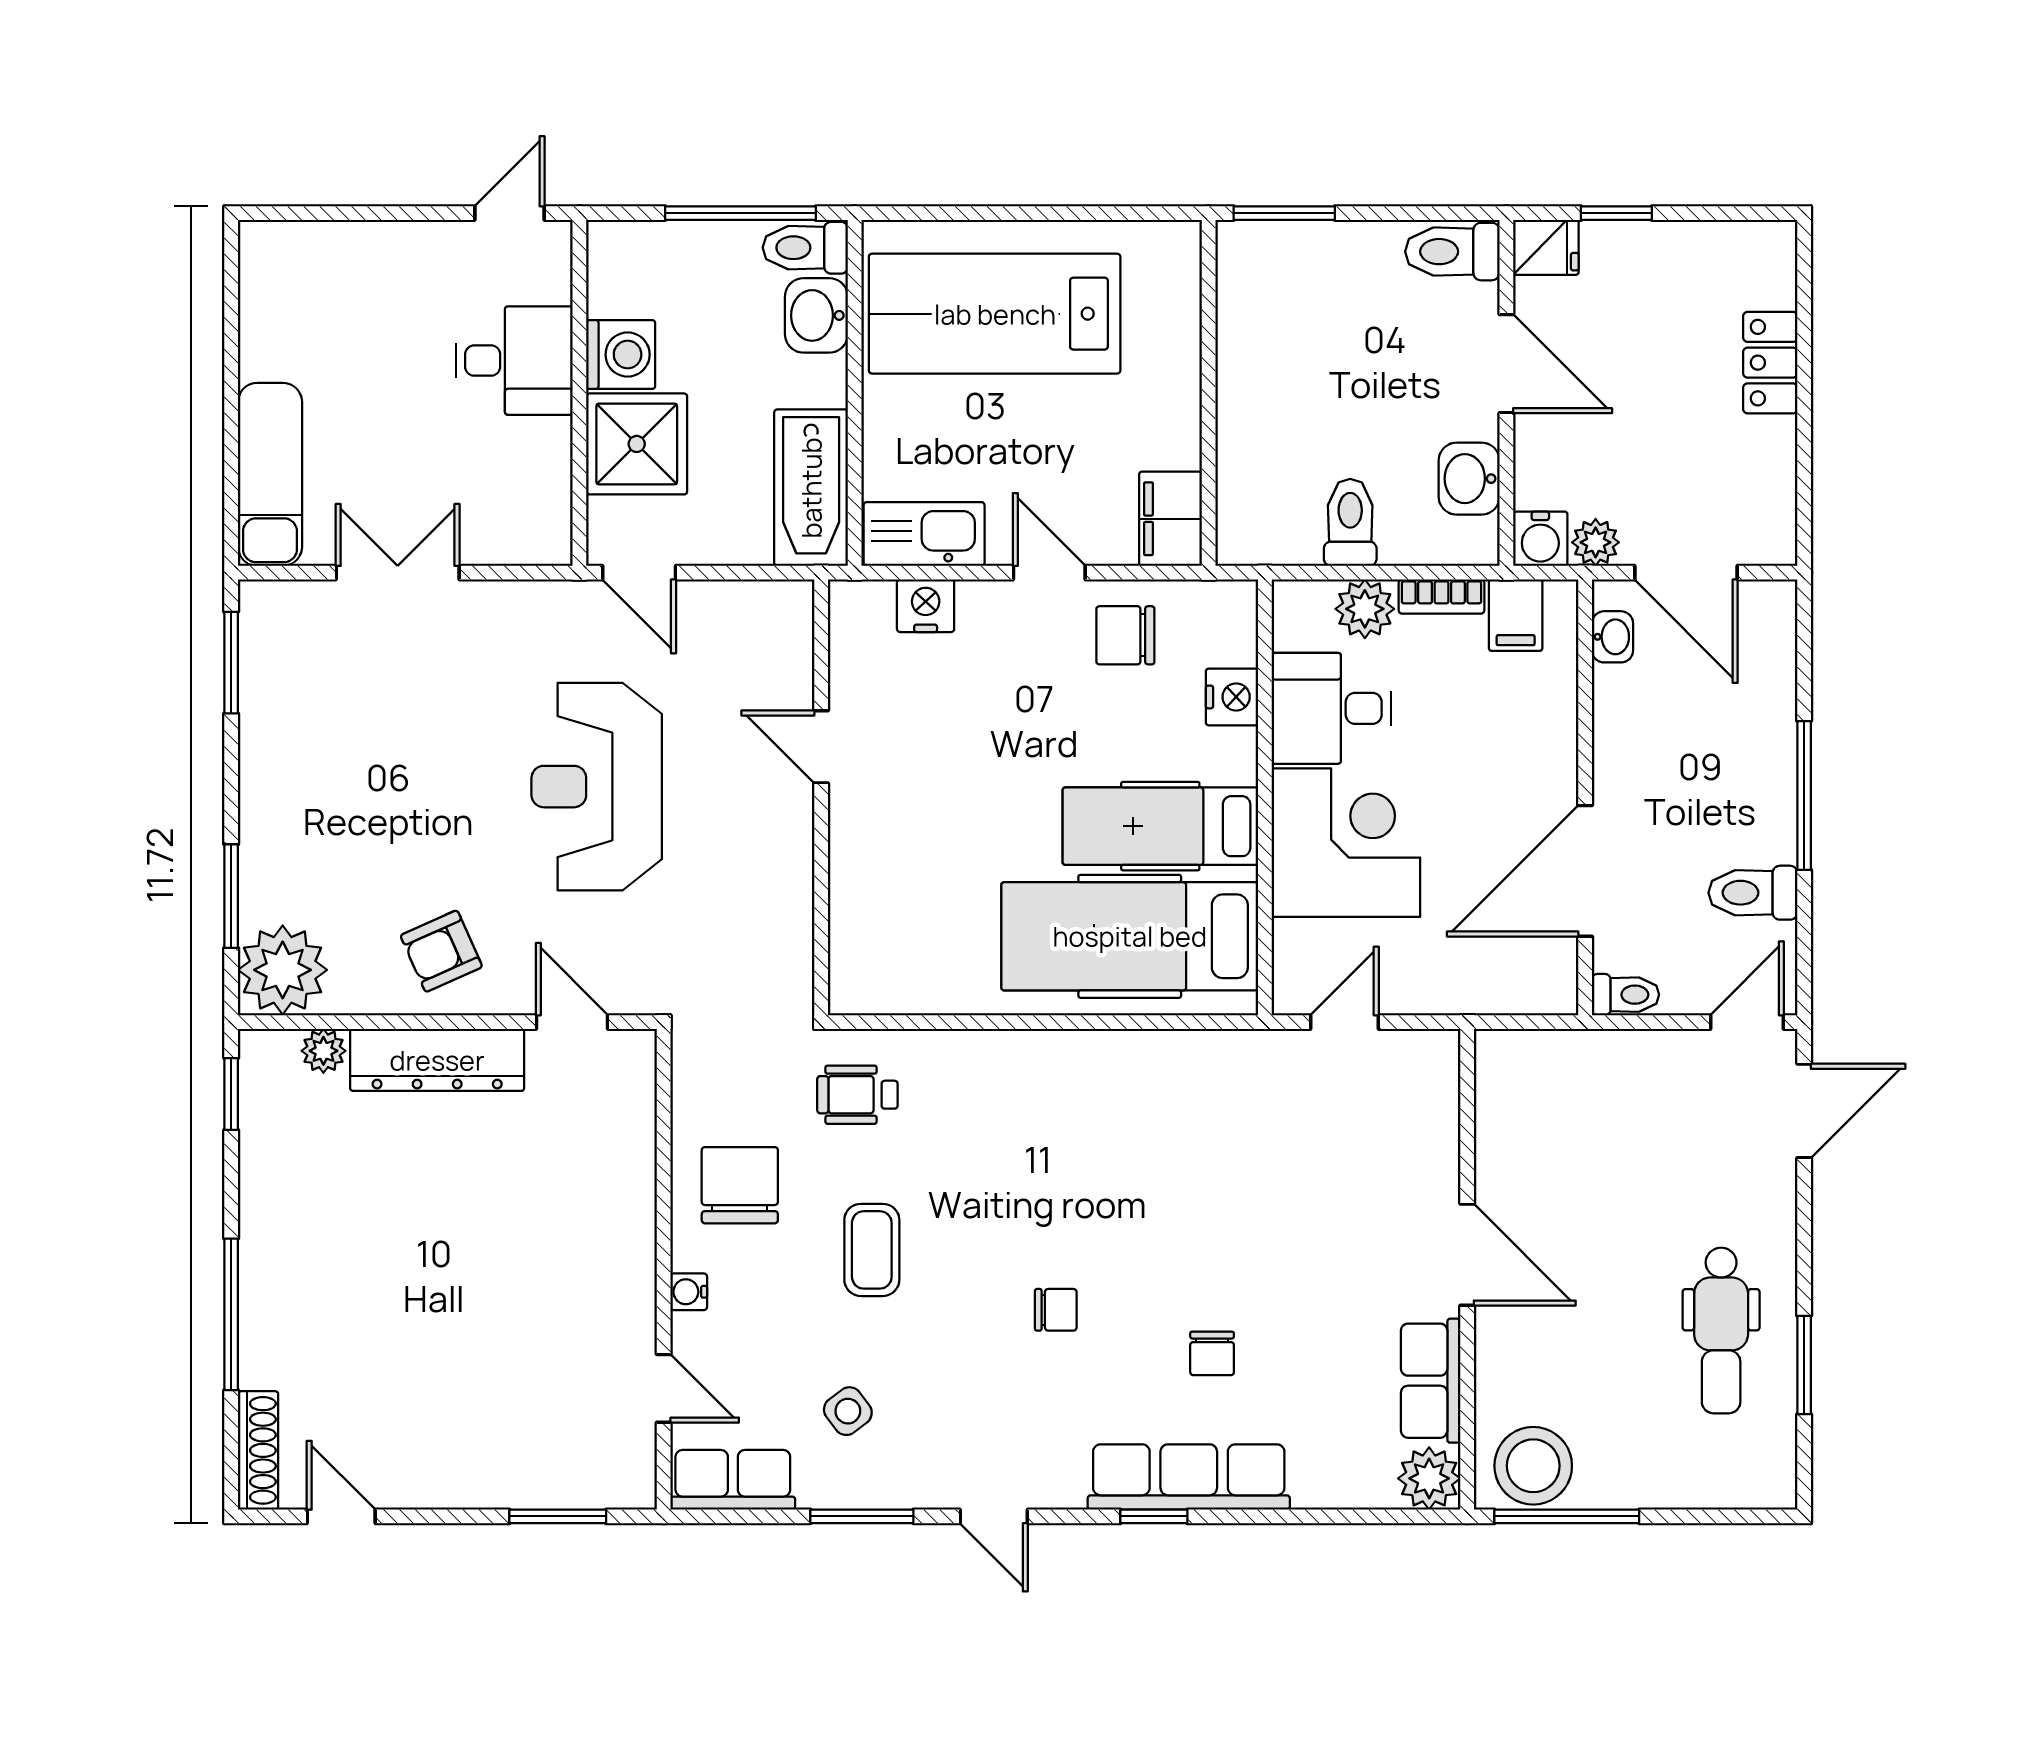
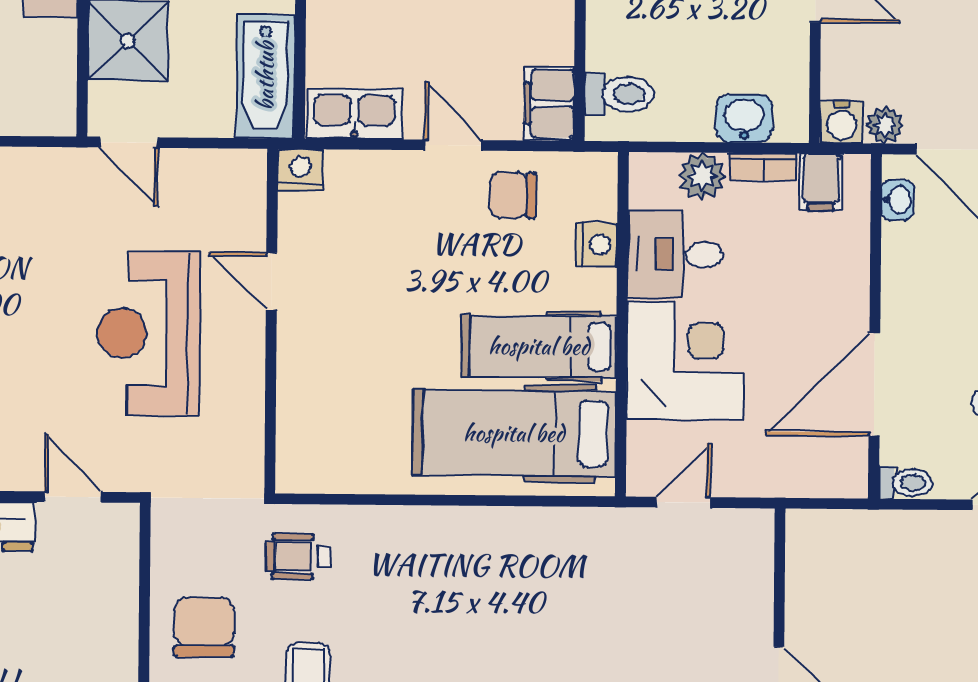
washbasin: (1469, 479) -> (744, 118), moved, turned 90
toilet: (1350, 522) -> (619, 94), moved, turned 90
nightstand: (926, 606) -> (300, 170), moved
reception desk: (597, 787) -> (149, 333), moved

